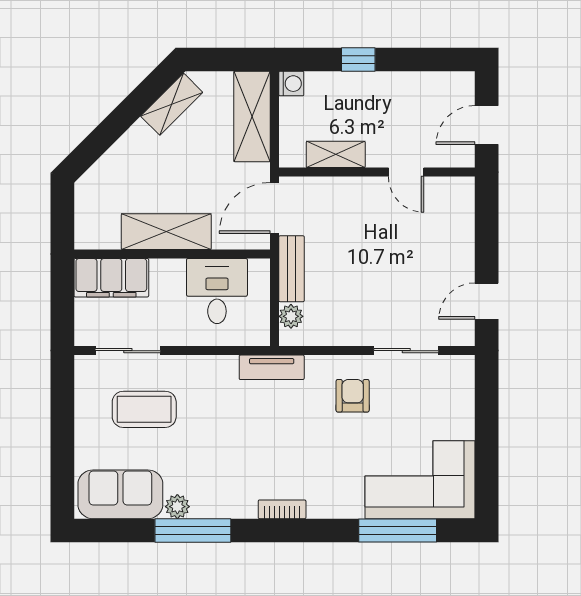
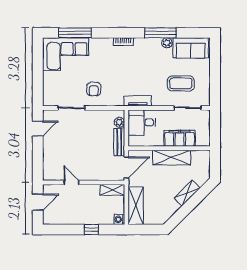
shelving: (172, 104) -> (187, 193), moved
shelving: (336, 154) -> (112, 190), moved
filing cabinet: (111, 278) -> (180, 138), moved
desk: (217, 291) -> (142, 122), moved, turned 90
tv unit: (272, 367) -> (138, 101), moved

